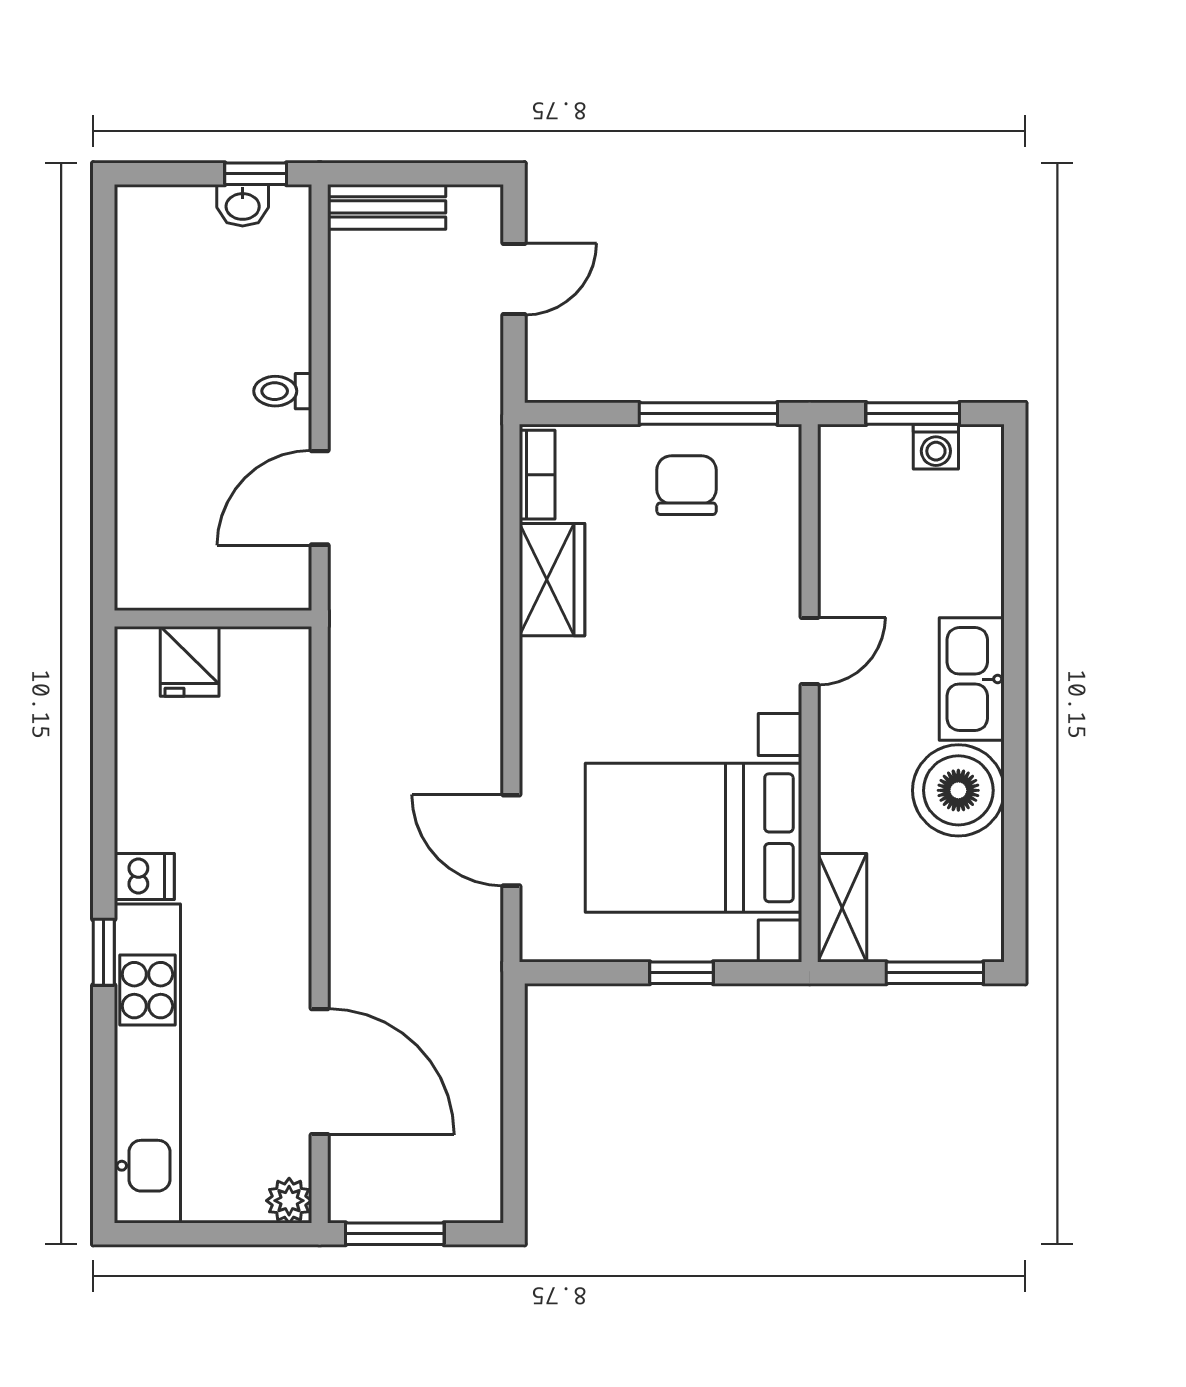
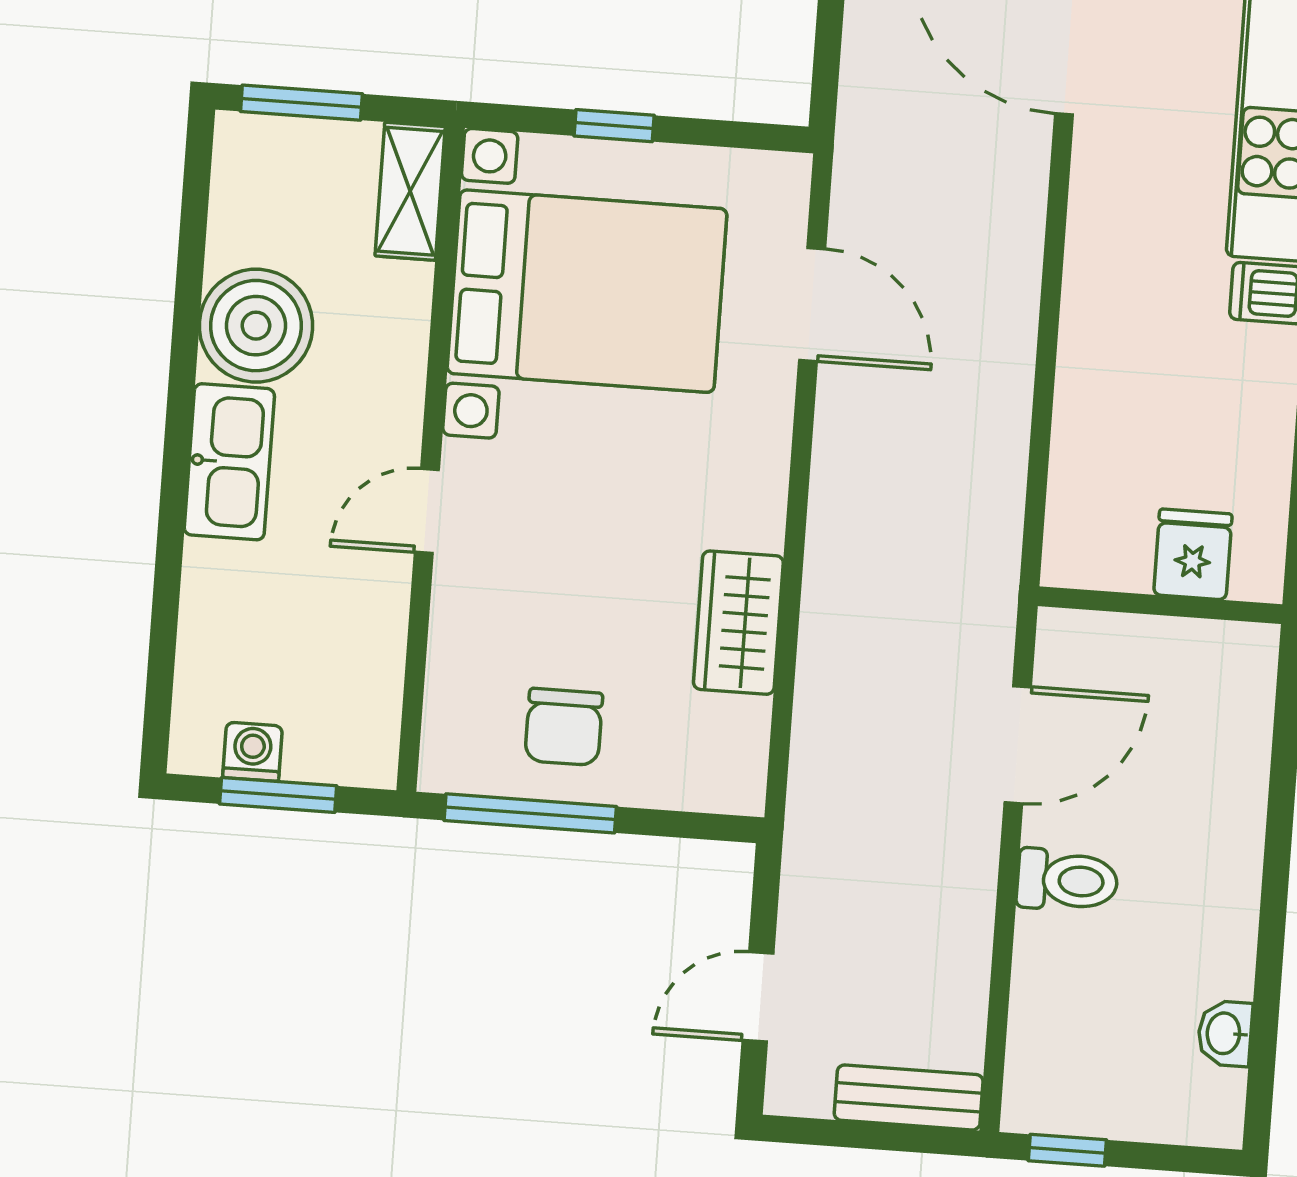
washbasin: (243, 205) -> (1225, 1033), moved, turned -90
toilet: (283, 391) -> (1067, 880), width x1.37, depth x1.39
bookcase: (537, 475) -> (747, 753), removed

